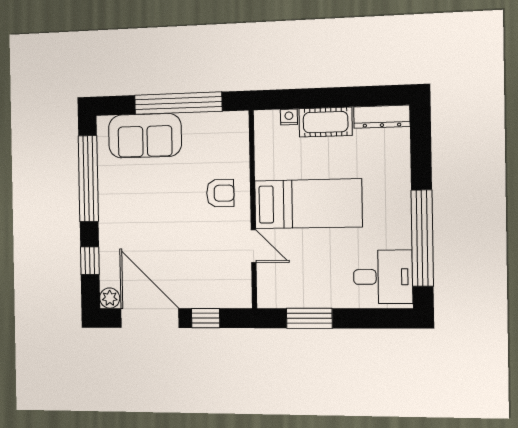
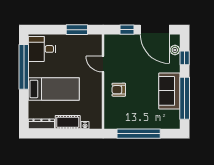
sofa: (145, 136) -> (169, 91), moved, turned -90
bed: (308, 204) -> (54, 89), moved, turned 180
plant: (110, 298) -> (175, 50), moved

